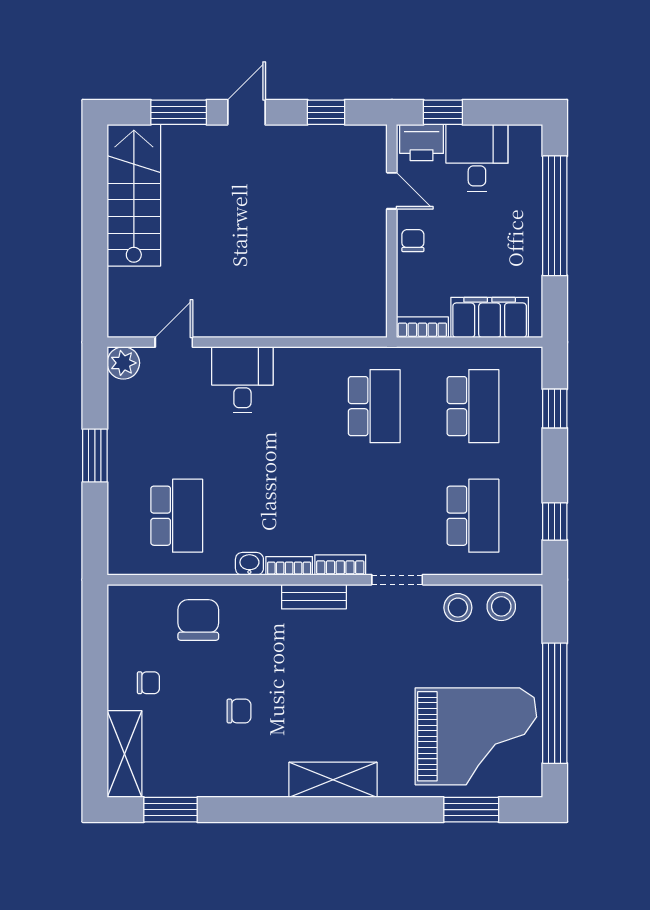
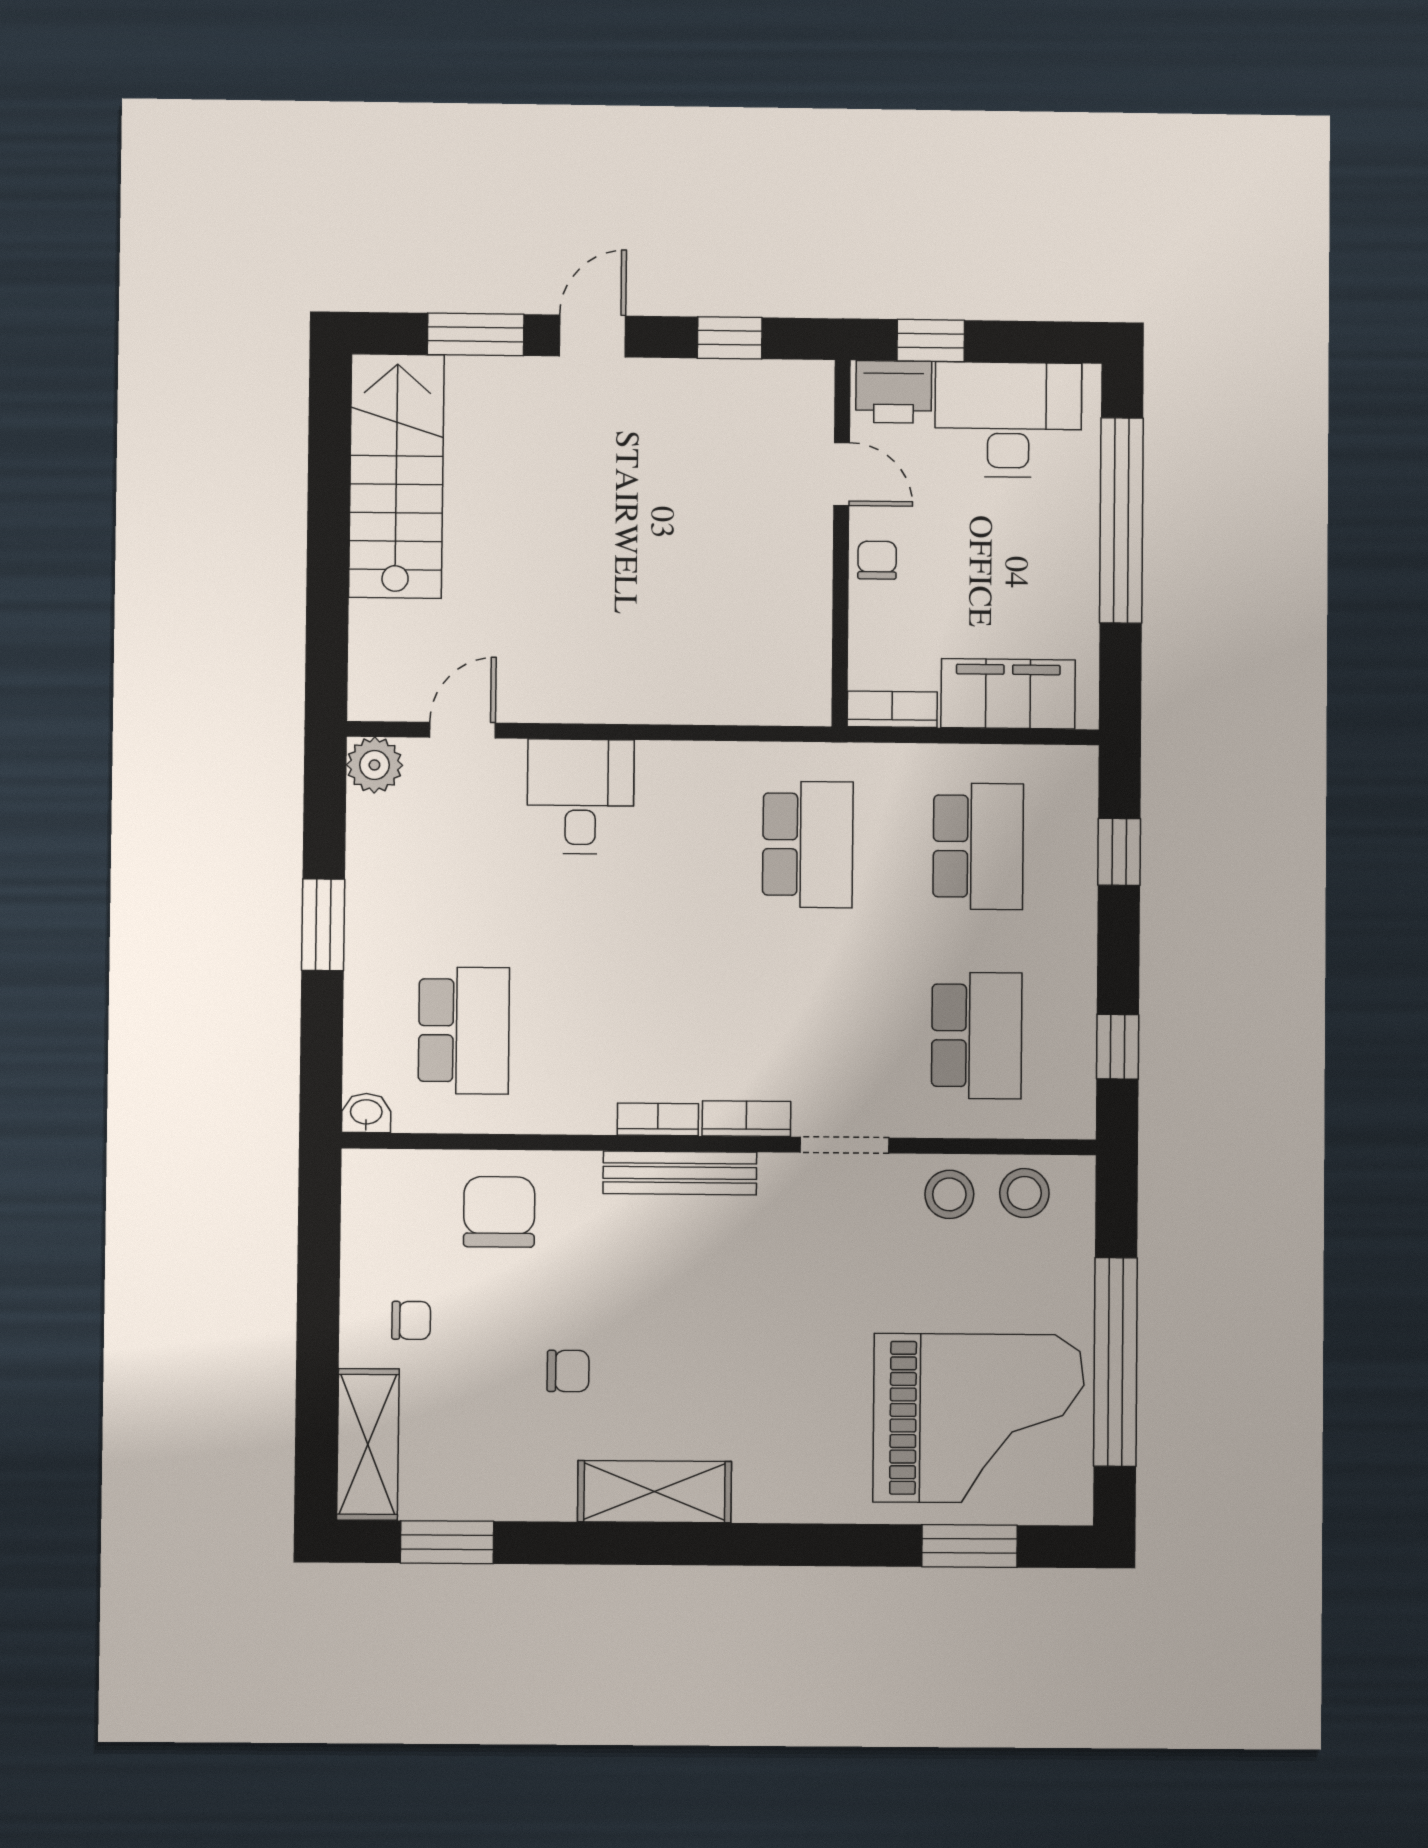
desk: (477, 158) -> (1008, 420), width x1.37
washbasin: (249, 564) -> (366, 1113), moved
bench: (314, 597) -> (680, 1173), width x1.36
shelving: (333, 780) -> (654, 1492), moved

